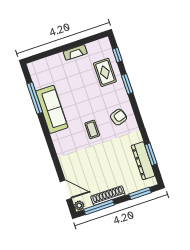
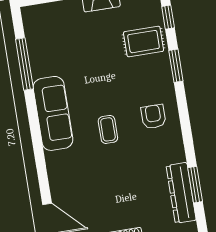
rug: (105, 72) -> (144, 42), turned 90
sofa: (52, 109) -> (53, 113), moved
armchair: (119, 117) -> (153, 117), turned -72

